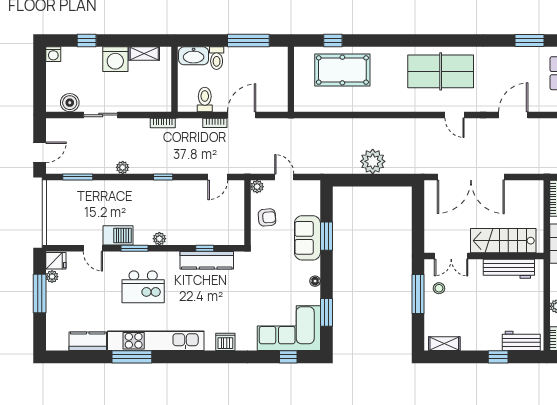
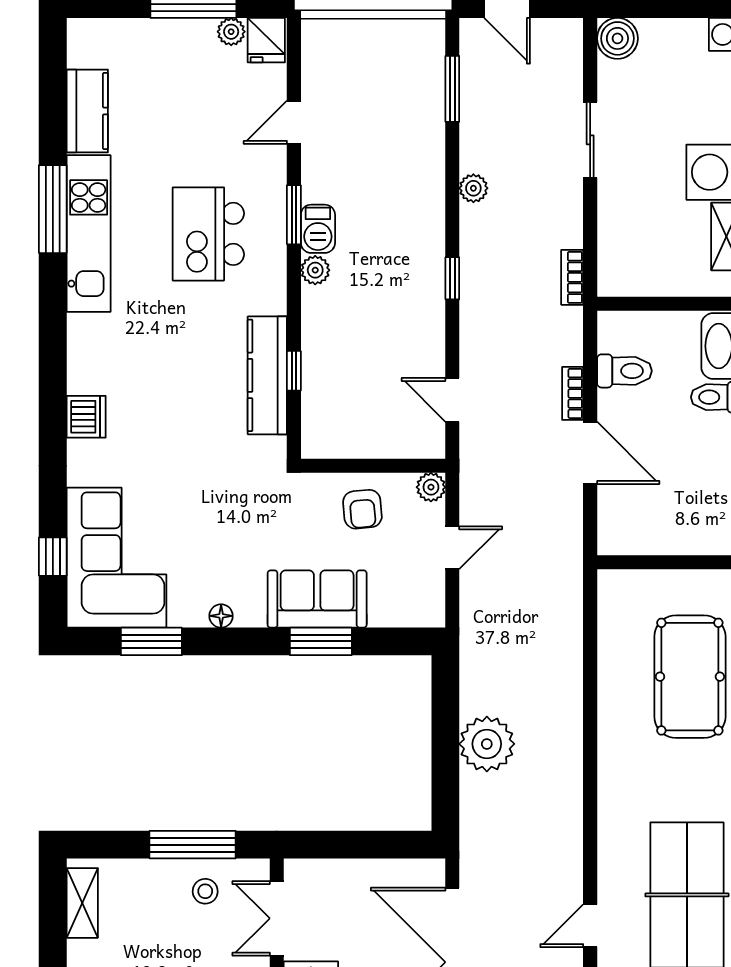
boiler: (70, 103) -> (617, 38), moved
barbecue: (118, 235) -> (318, 229), moved, width x0.73, depth x0.79
kitchen unit: (156, 341) -> (89, 233), width x0.73

